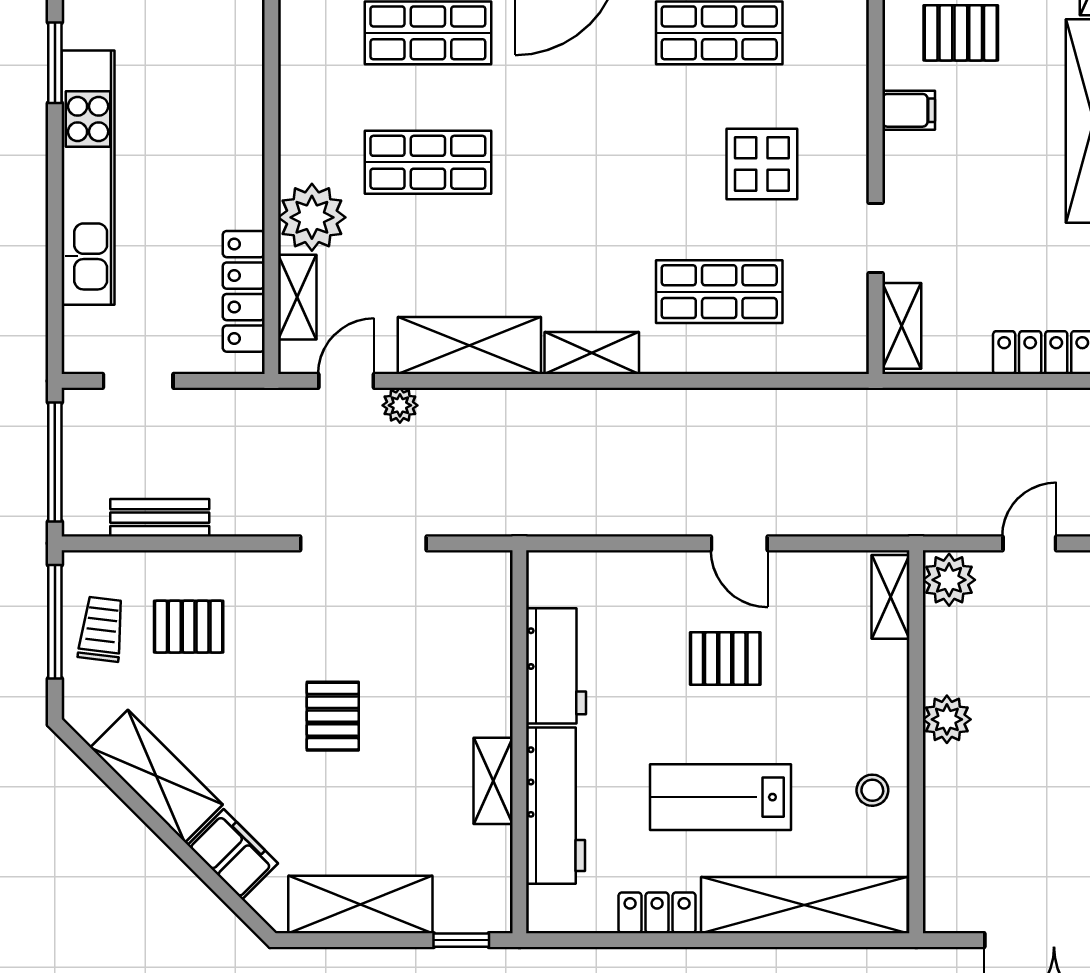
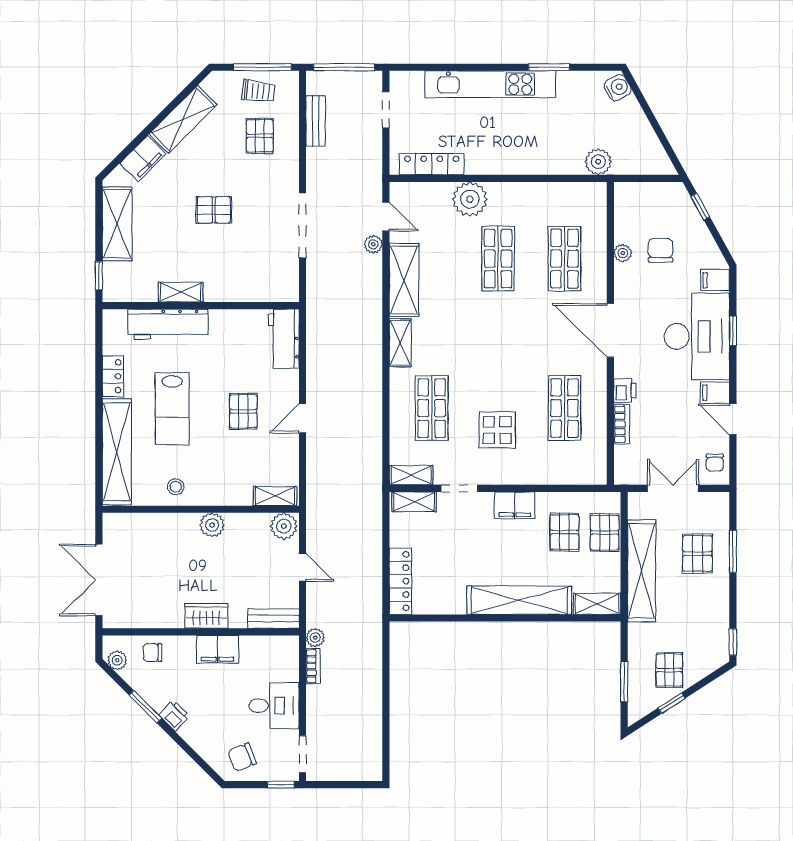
filing cabinet: (909, 110) -> (515, 505), width x2.00
shelving: (297, 297) -> (411, 475), moved
workbench: (556, 666) -> (284, 339), moved, turned 90
lab bench: (720, 797) -> (172, 409), turned 180

